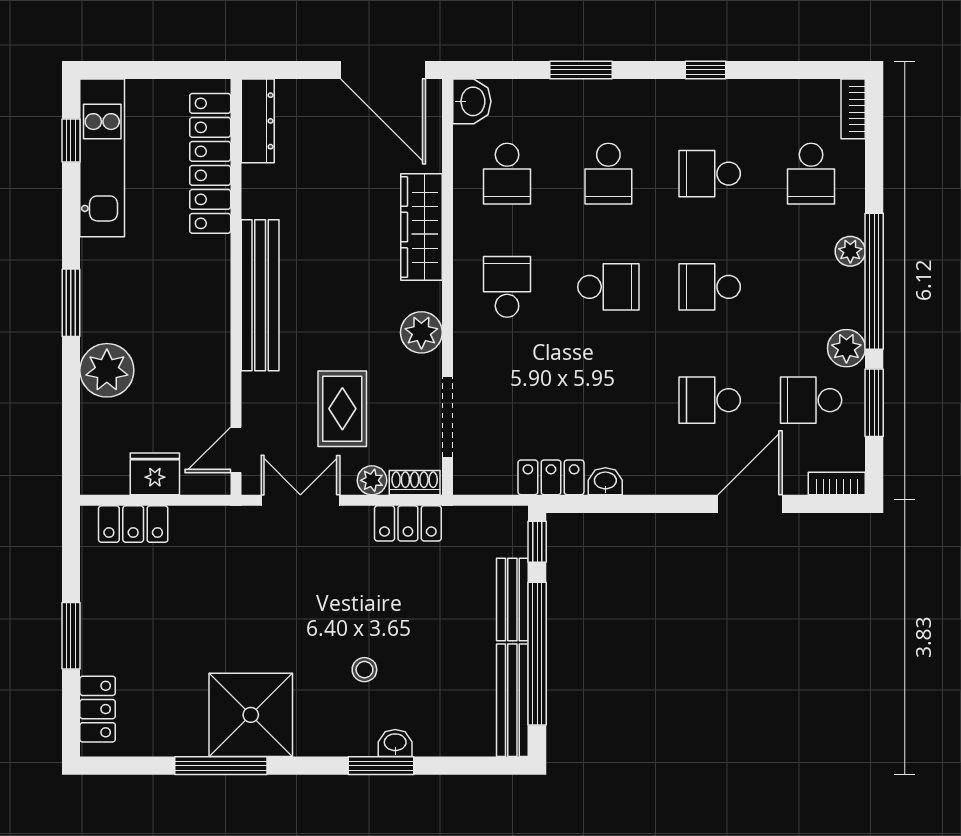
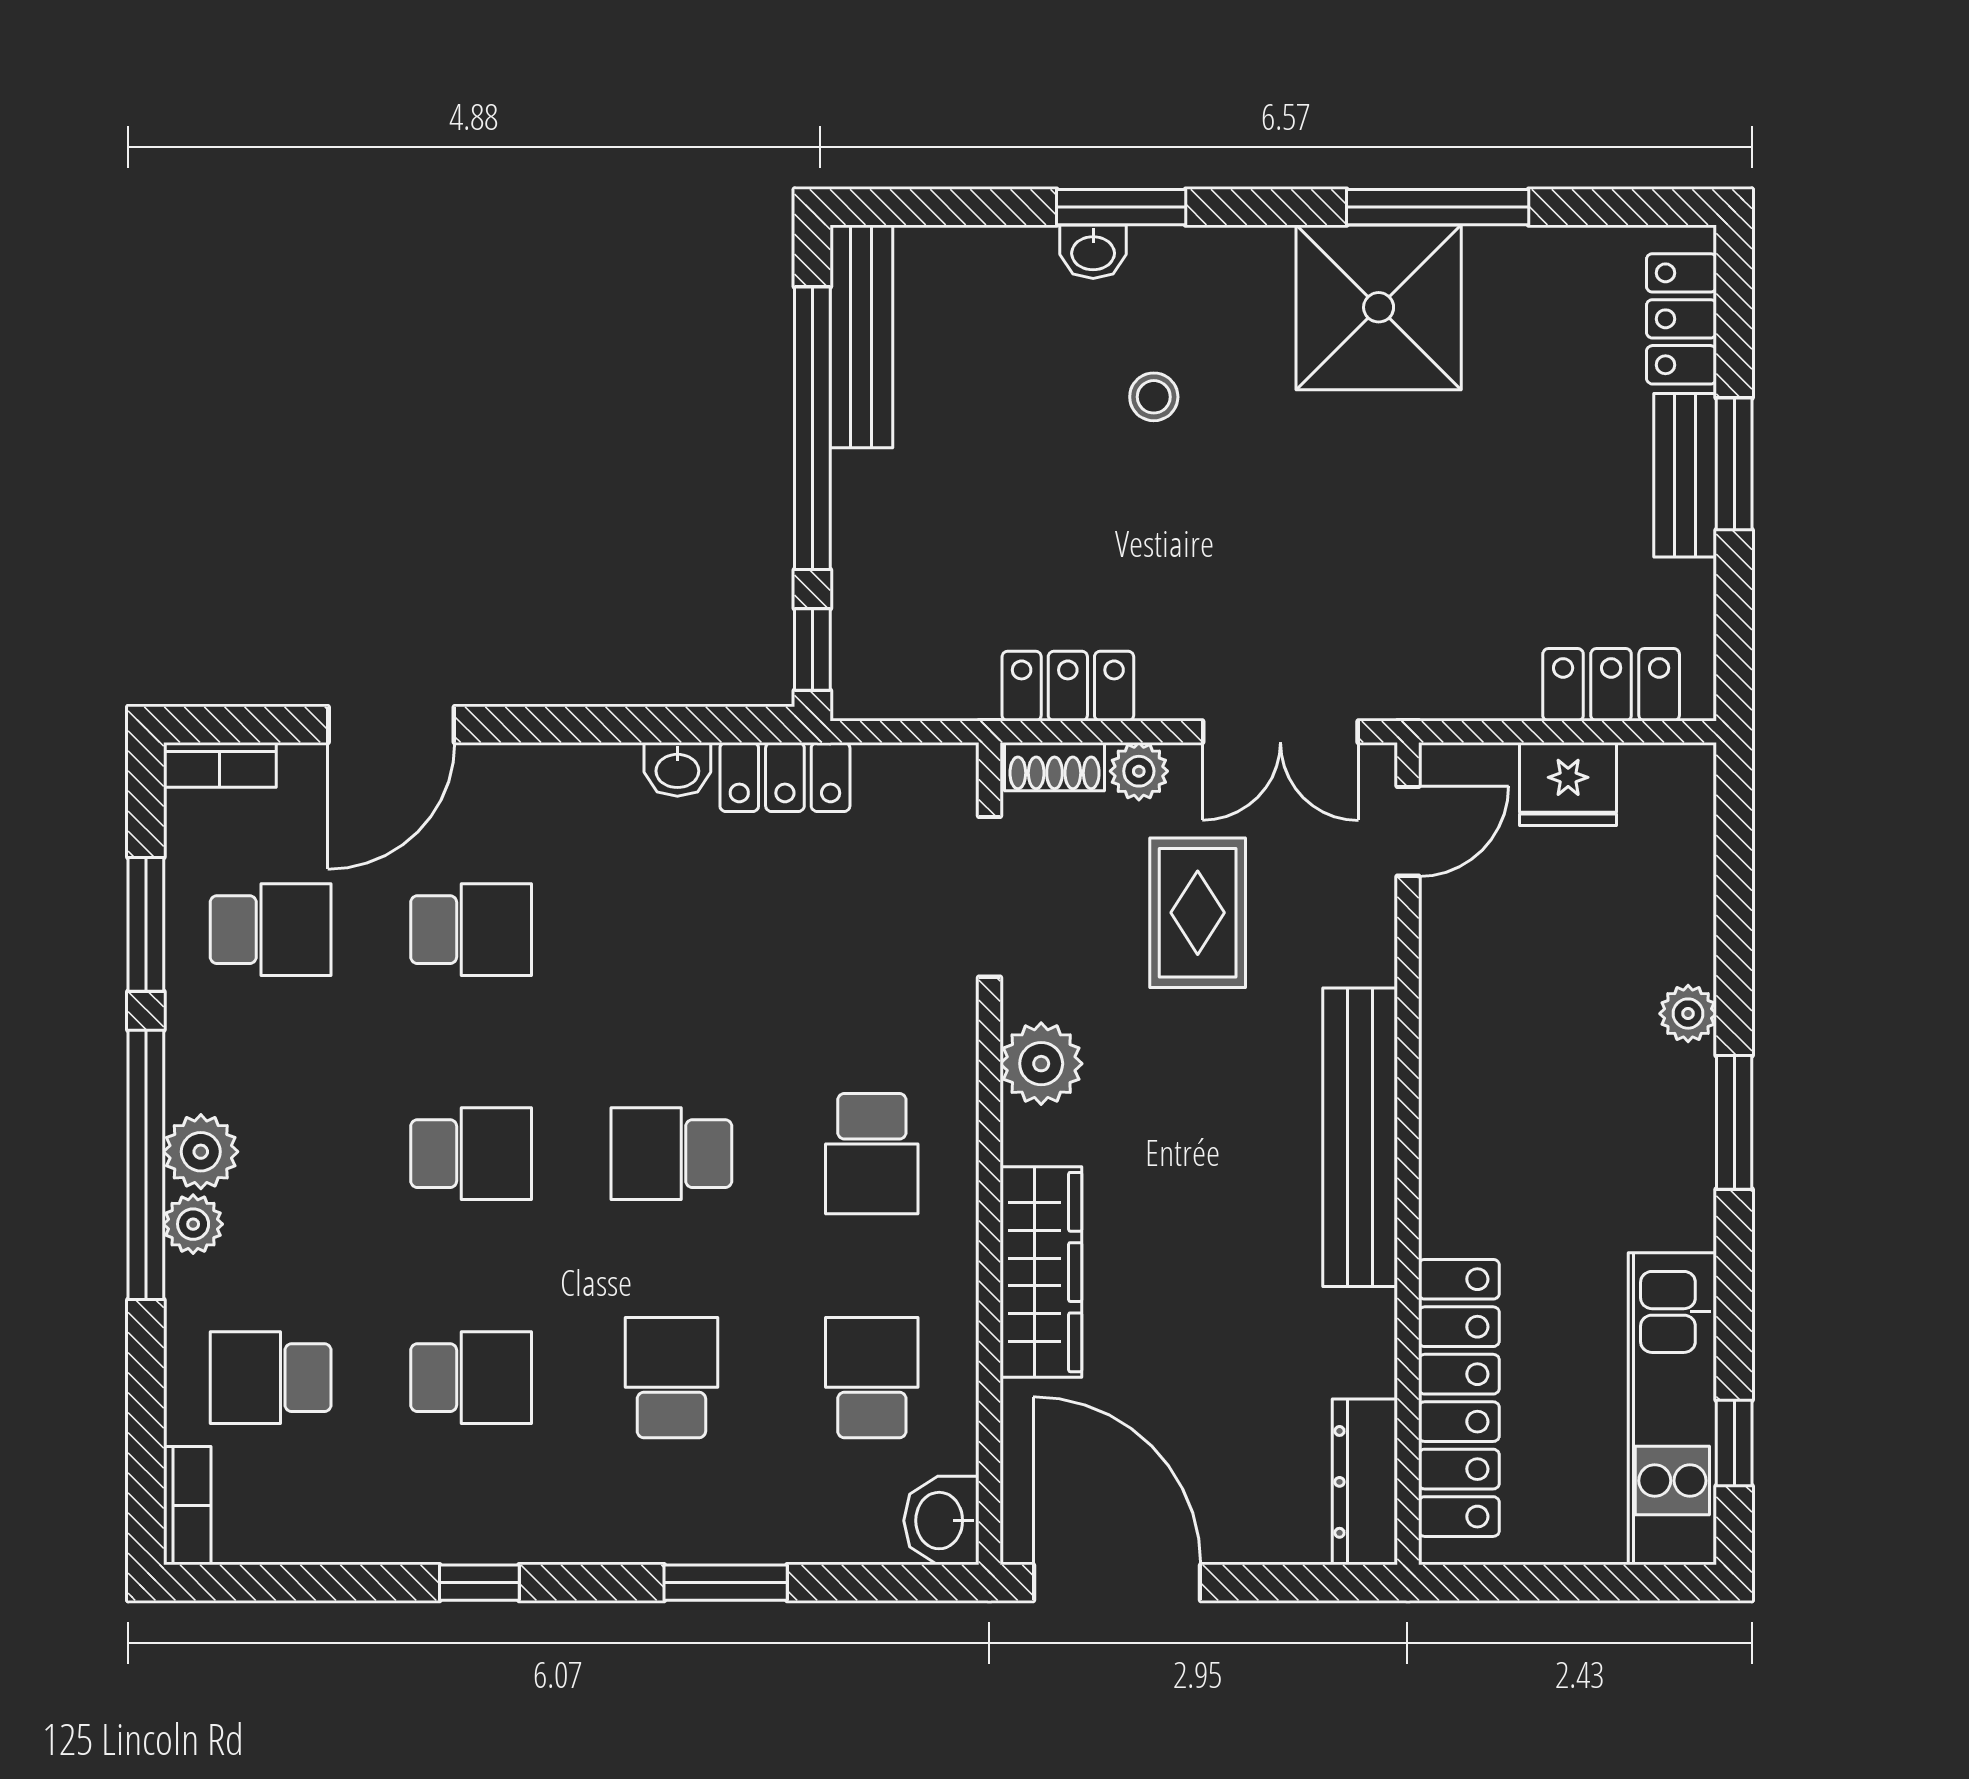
school desk: (811, 174) -> (271, 1378), turned -90
plant: (846, 348) -> (201, 1152), moved
plant: (107, 370) -> (1688, 1014), width x0.53, depth x0.53
bench: (512, 599) -> (1685, 475), moved

